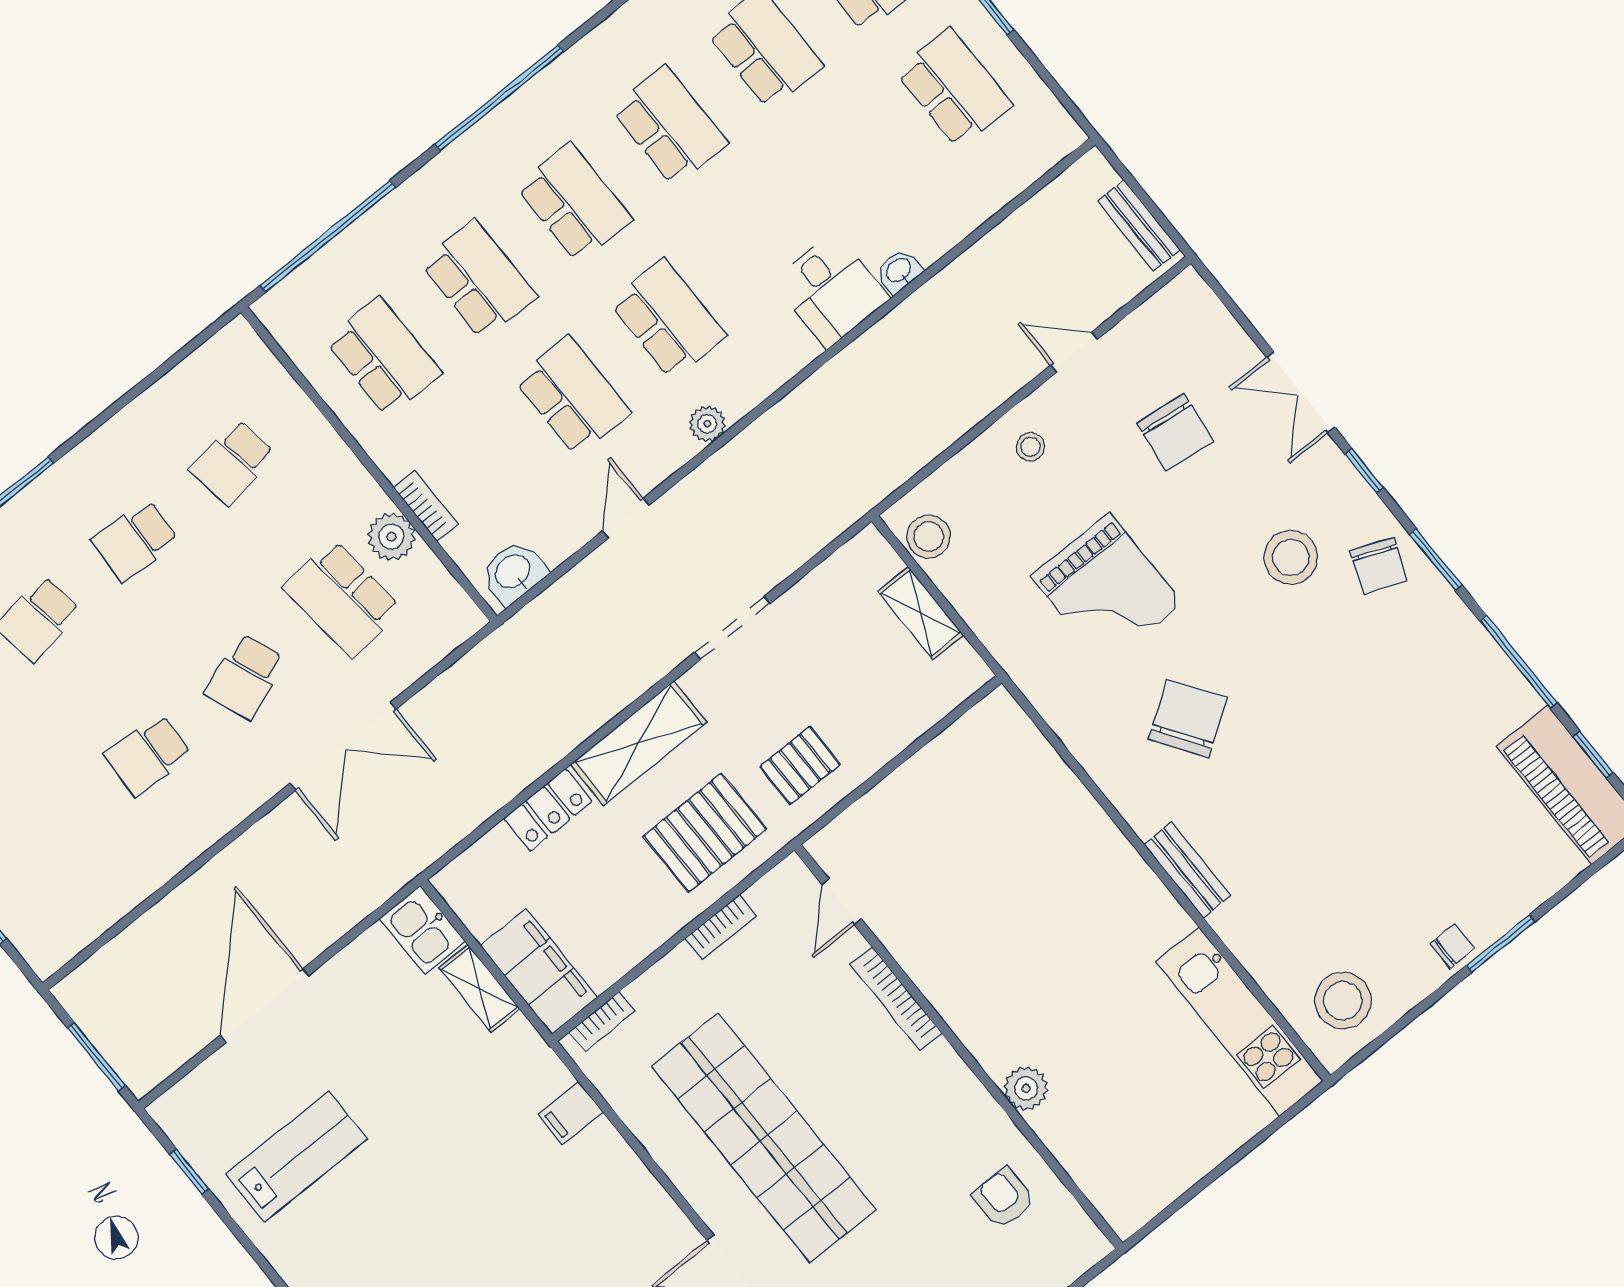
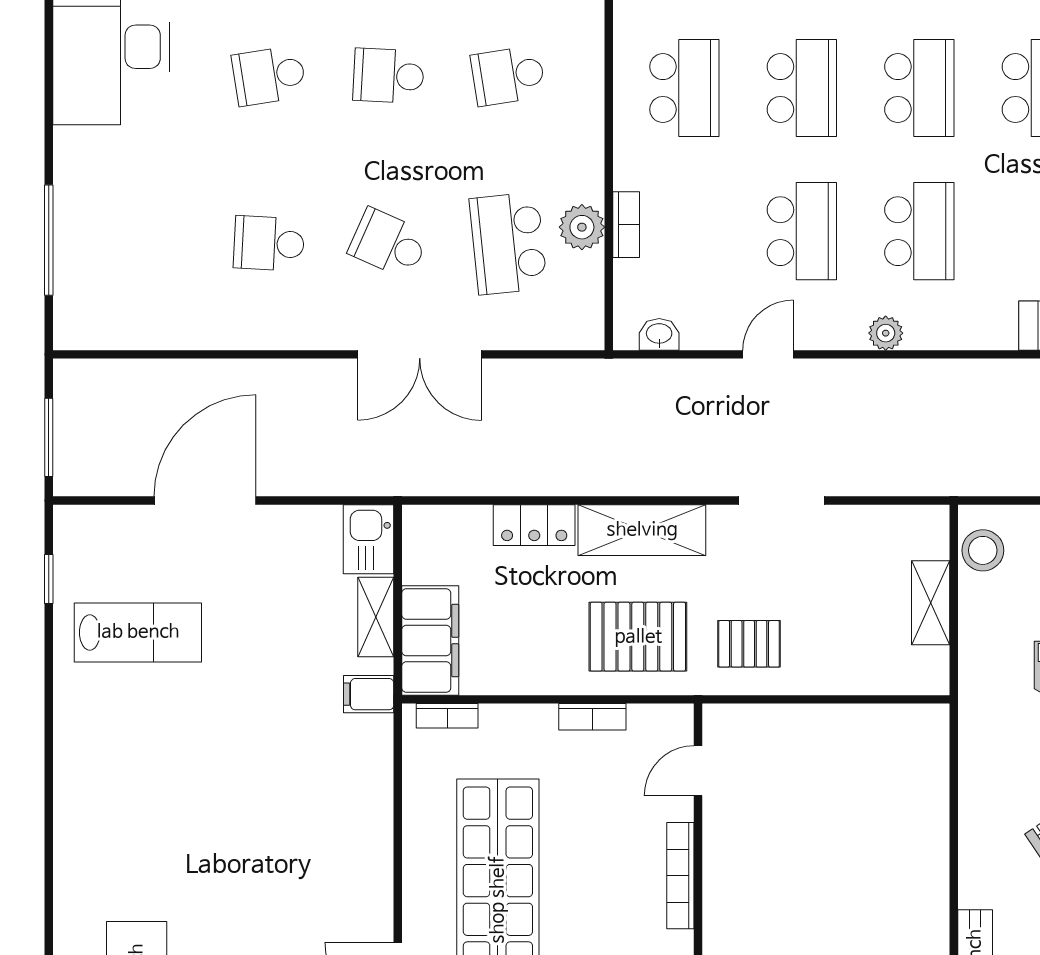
washbasin: (513, 572) -> (659, 334), width x0.72, depth x0.69
school desk: (245, 677) -> (389, 243), turned 45
filing cabinet: (571, 1113) -> (369, 694), moved

